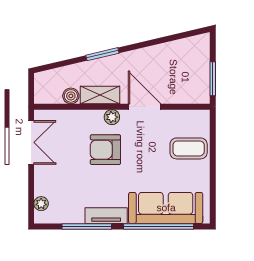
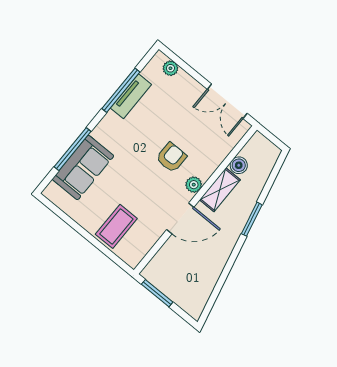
armchair: (105, 150) -> (171, 157), width x0.72, depth x0.72
sofa: (166, 208) -> (83, 167), width x0.73
tv unit: (106, 216) -> (131, 96), moved
window: (159, 227) -> (73, 149), width x0.68

